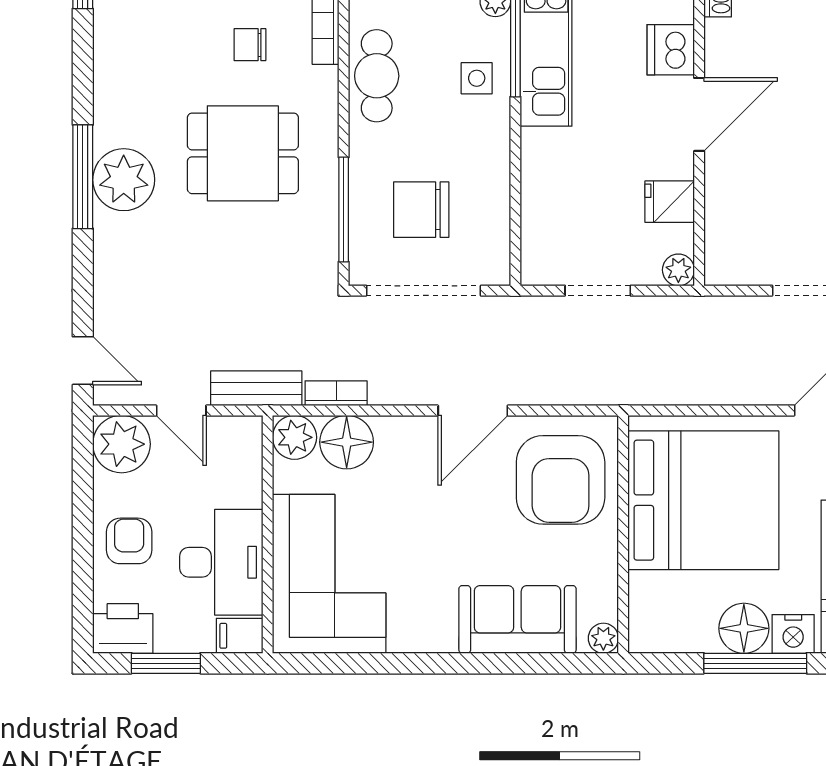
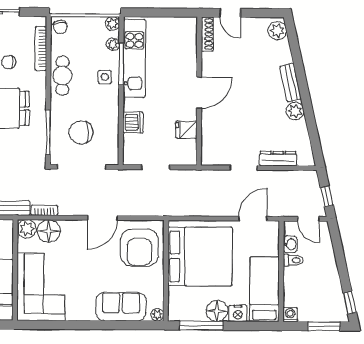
dishwasher: (671, 50) -> (133, 123), moved, turned 180
plant: (678, 270) -> (190, 159), removed
window: (755, 663) -> (201, 326), moved

